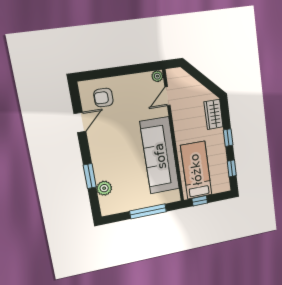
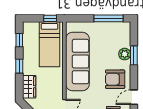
armchair: (109, 142) -> (115, 79), added
plant: (104, 188) -> (125, 54), moved
window: (148, 211) -> (109, 18), moved

